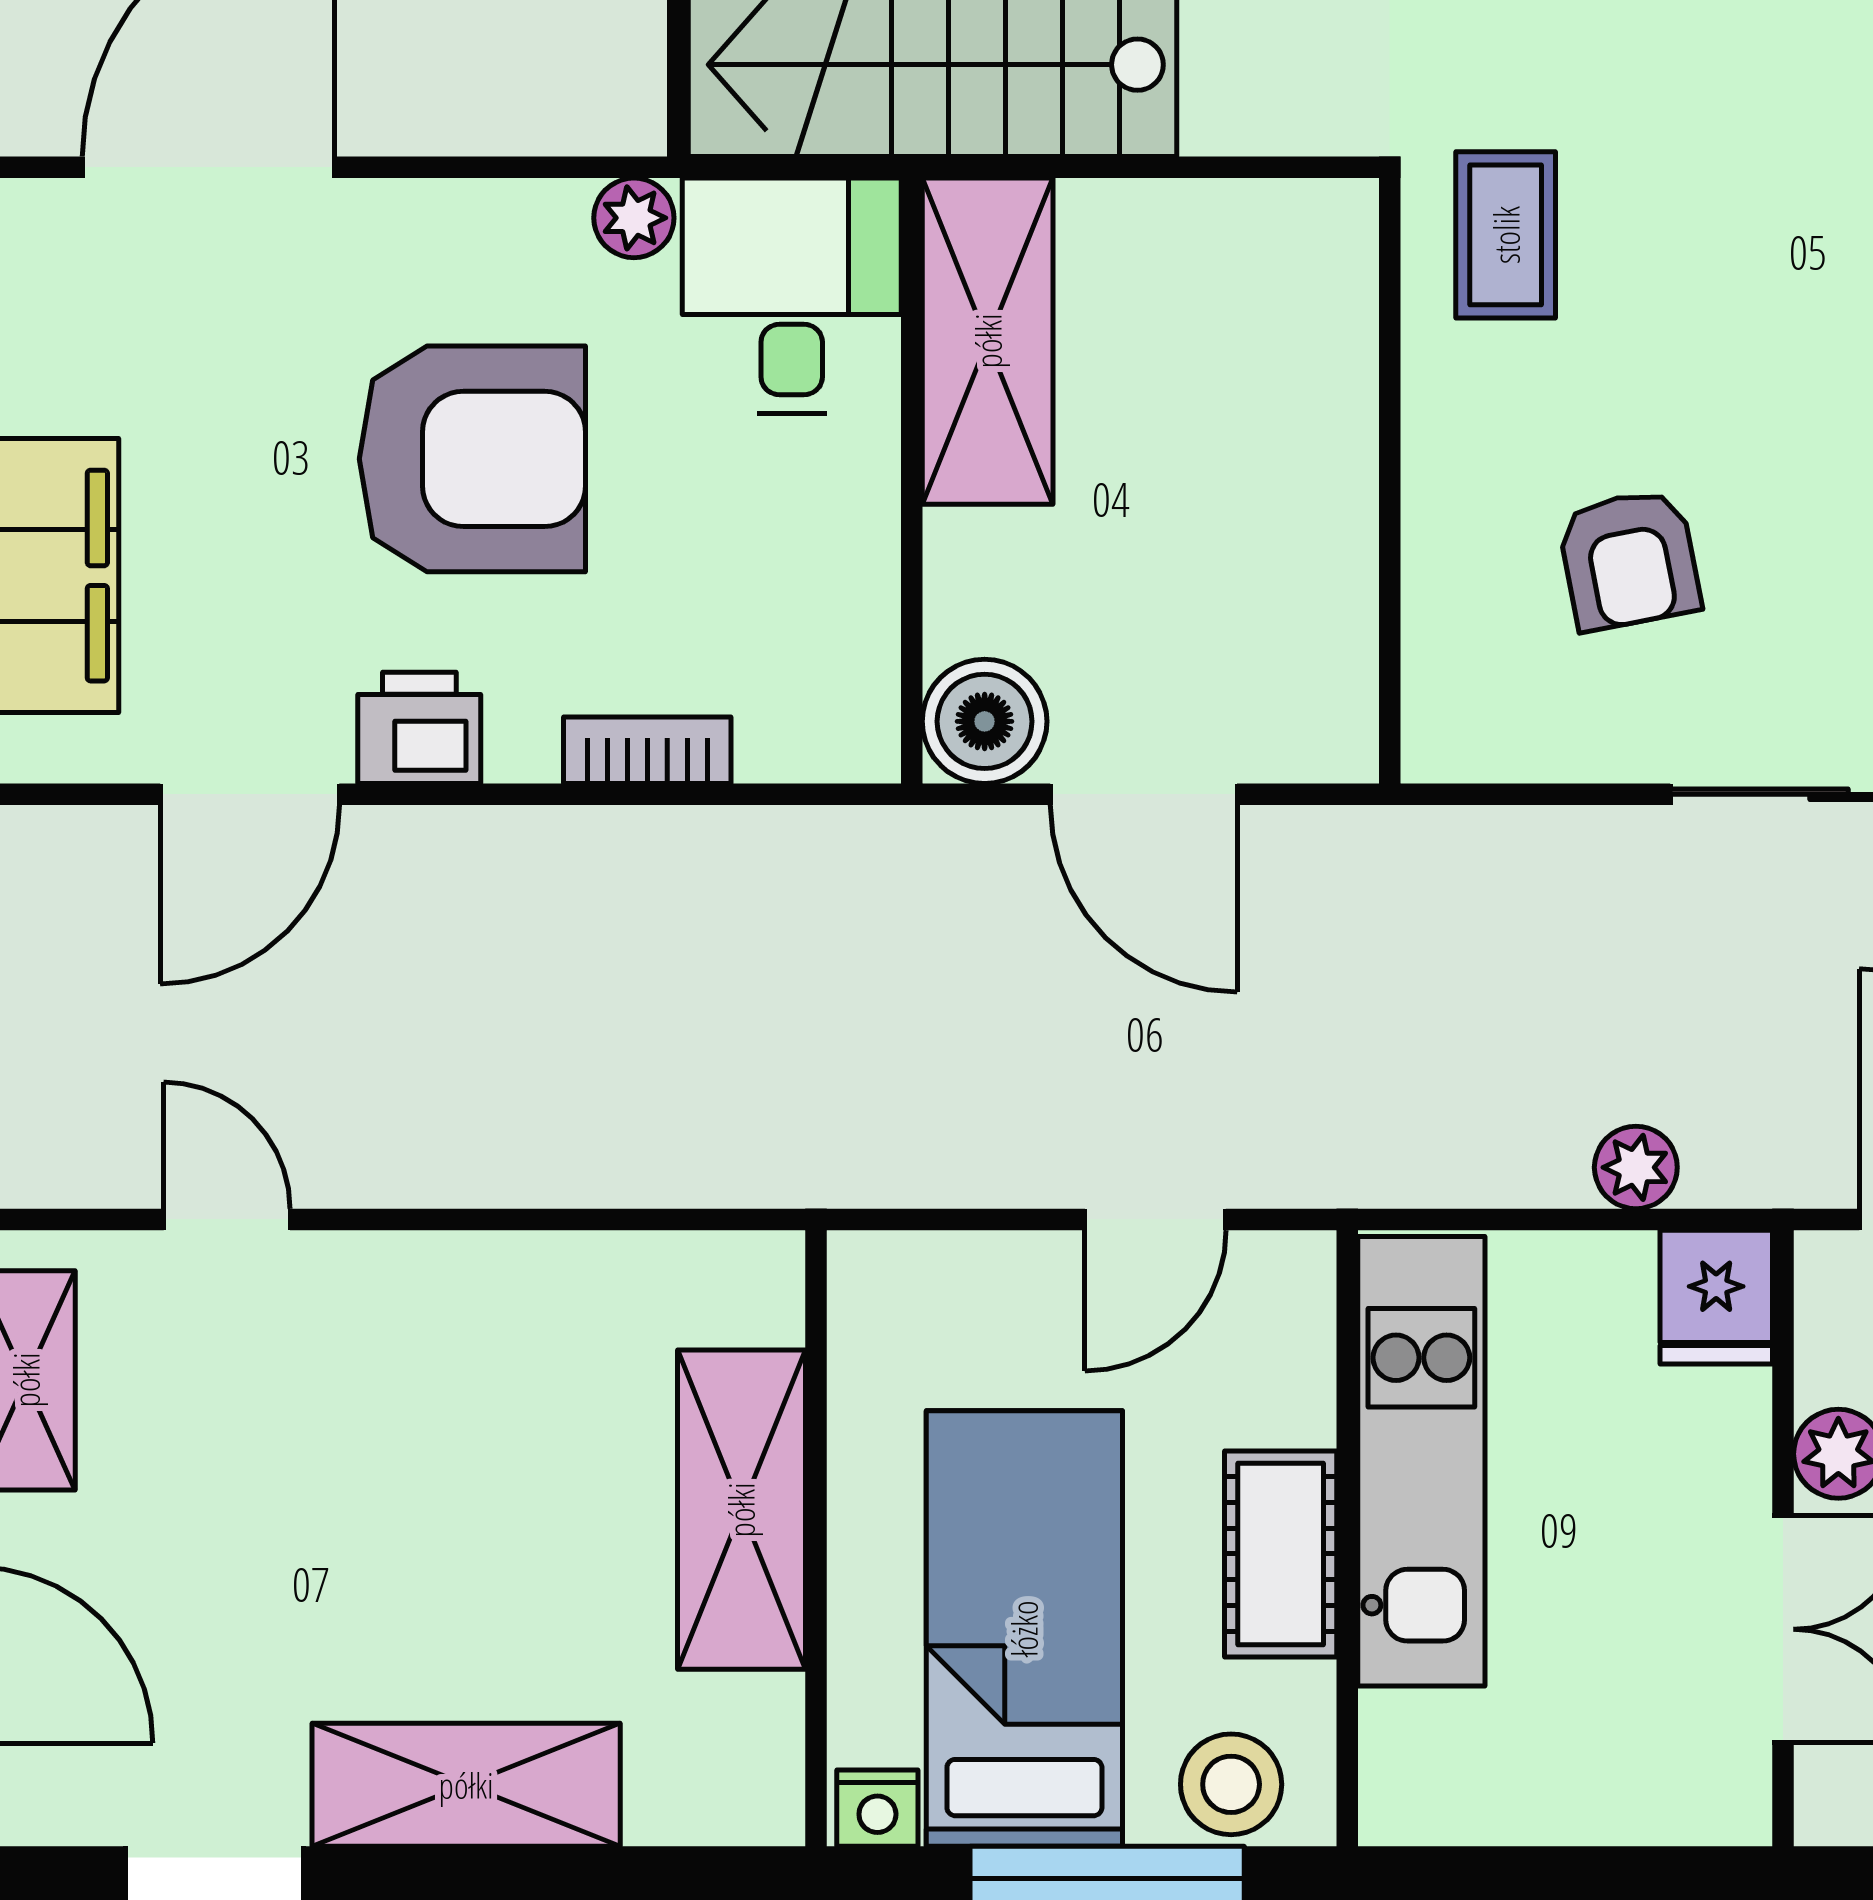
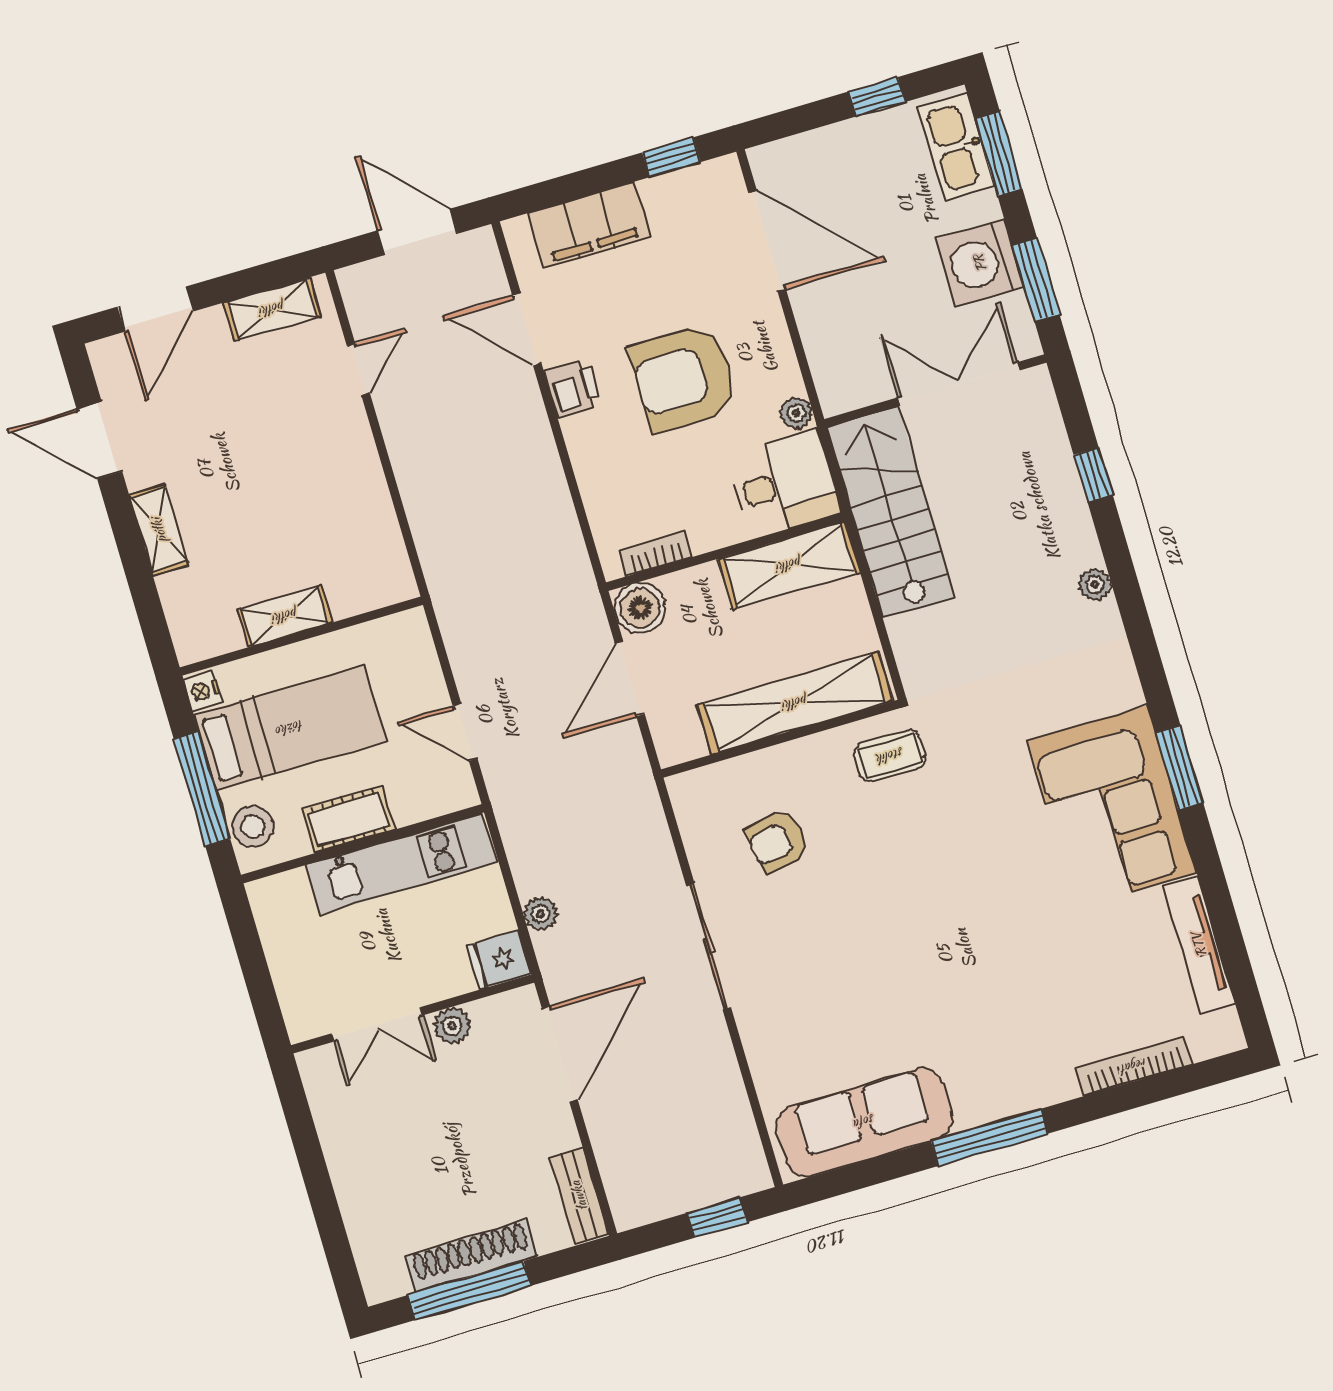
shelving: (1316, 421) -> (795, 703), added
armchair: (472, 459) -> (684, 378), turned 90
bookcase: (647, 750) -> (655, 554), moved, turned -90
shelving: (741, 1510) -> (285, 616), width x0.67, depth x0.75
shelving: (466, 1785) -> (159, 530), width x0.67, depth x0.75

